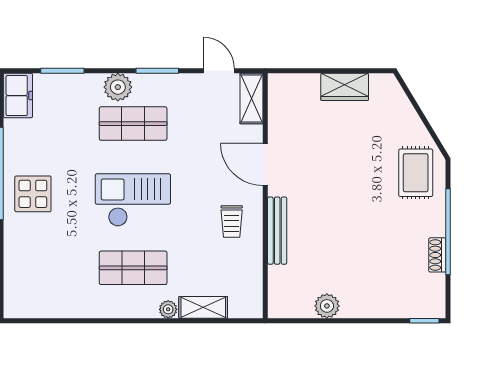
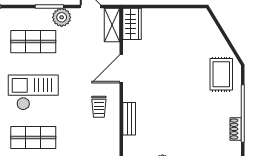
plant: (118, 87) -> (62, 17), moved
wardrobe: (345, 87) -> (132, 24), moved, turned -90
door: (265, 165) -> (121, 69), hinge flipped
bench: (277, 231) -> (129, 119), width x0.73

